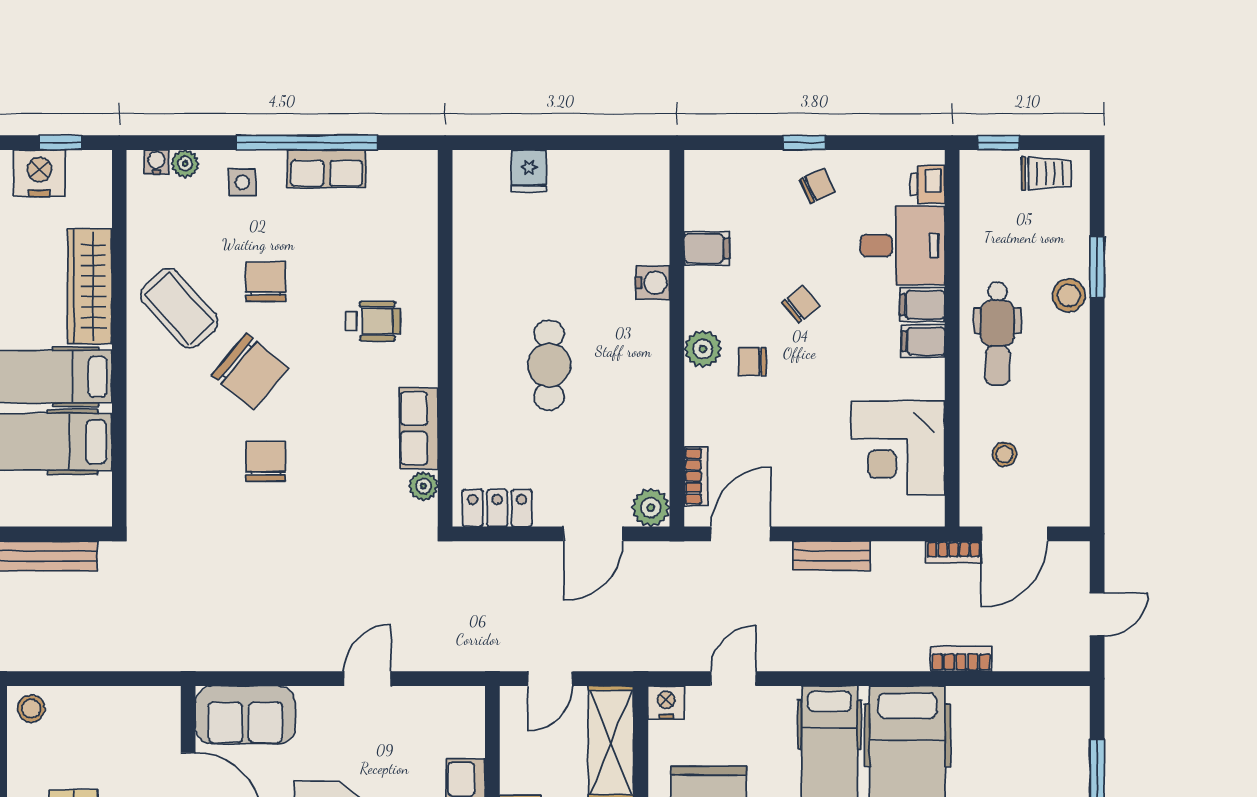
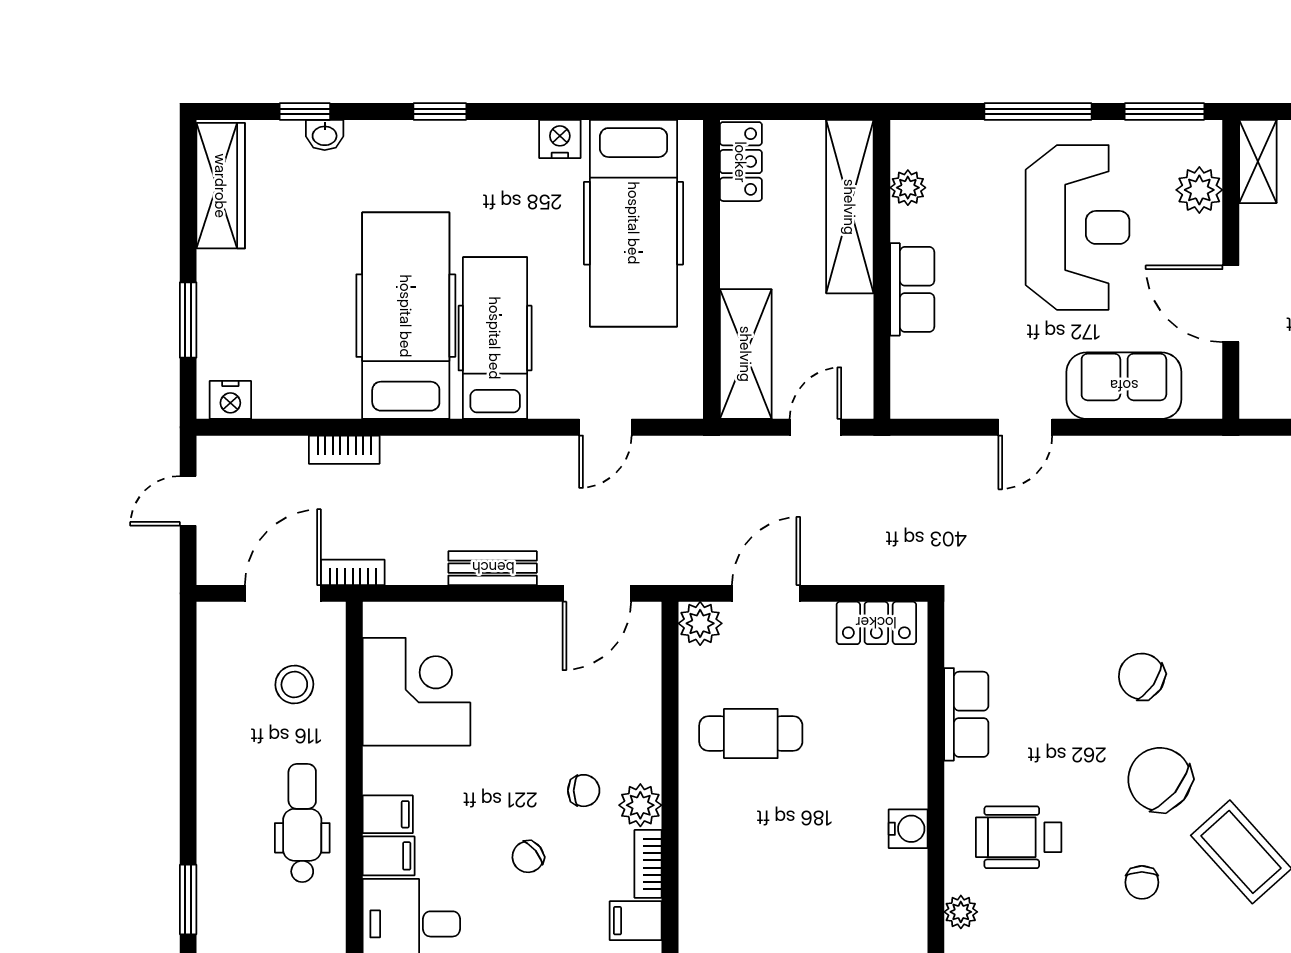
chair: (266, 282) -> (1142, 882), width x0.73, depth x0.73
water cooler: (653, 283) -> (908, 829), moved, turned 180
stool: (1069, 295) -> (221, 867), removed
wheelchair: (373, 321) -> (1019, 837), width x1.36, depth x1.37
cafe table: (549, 365) -> (751, 734), moved, turned 90
stool: (1004, 454) -> (294, 685), width x1.37, depth x1.37
chair: (266, 461) -> (1142, 676), turned 124
bookcase: (696, 476) -> (648, 864), moved
plant: (423, 486) -> (961, 912), moved
nightstand: (666, 702) -> (230, 400), moved
sofa: (245, 715) -> (1124, 386), moved

